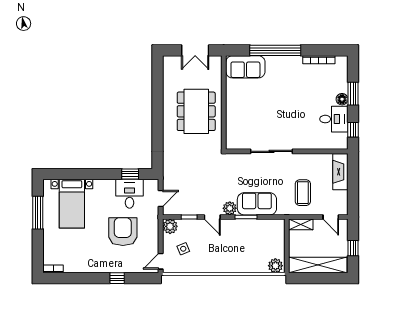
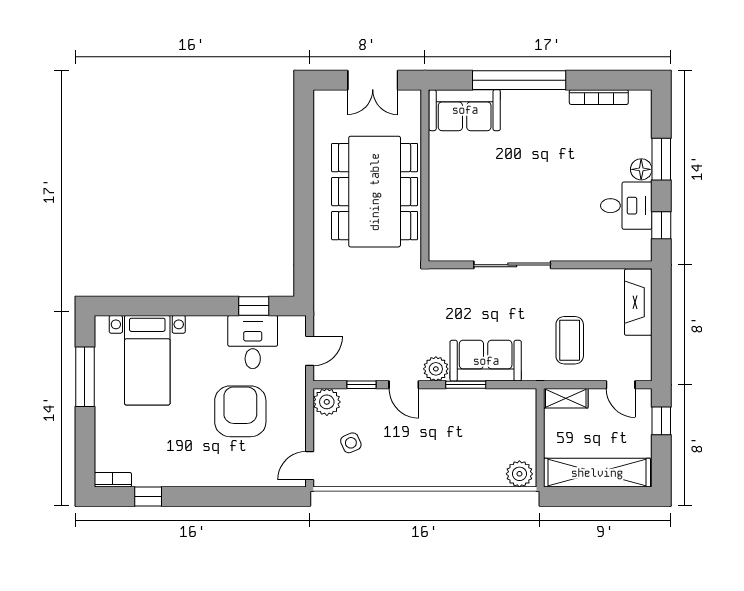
dining table: (196, 111) -> (375, 192), width x1.36, depth x1.24
window: (353, 248) -> (661, 421), moved
window: (117, 278) -> (148, 497), moved

